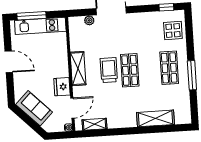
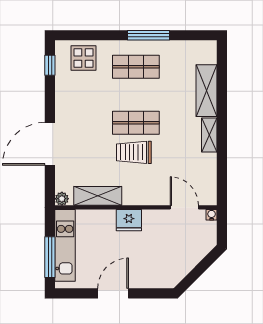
plant: (89, 20) -> (62, 199), moved
shelving: (78, 69) -> (98, 196), moved
fridge: (62, 87) -> (129, 220), moved
sofa: (34, 108) -> (181, 262), removed
shelving: (94, 124) -> (209, 135), moved

